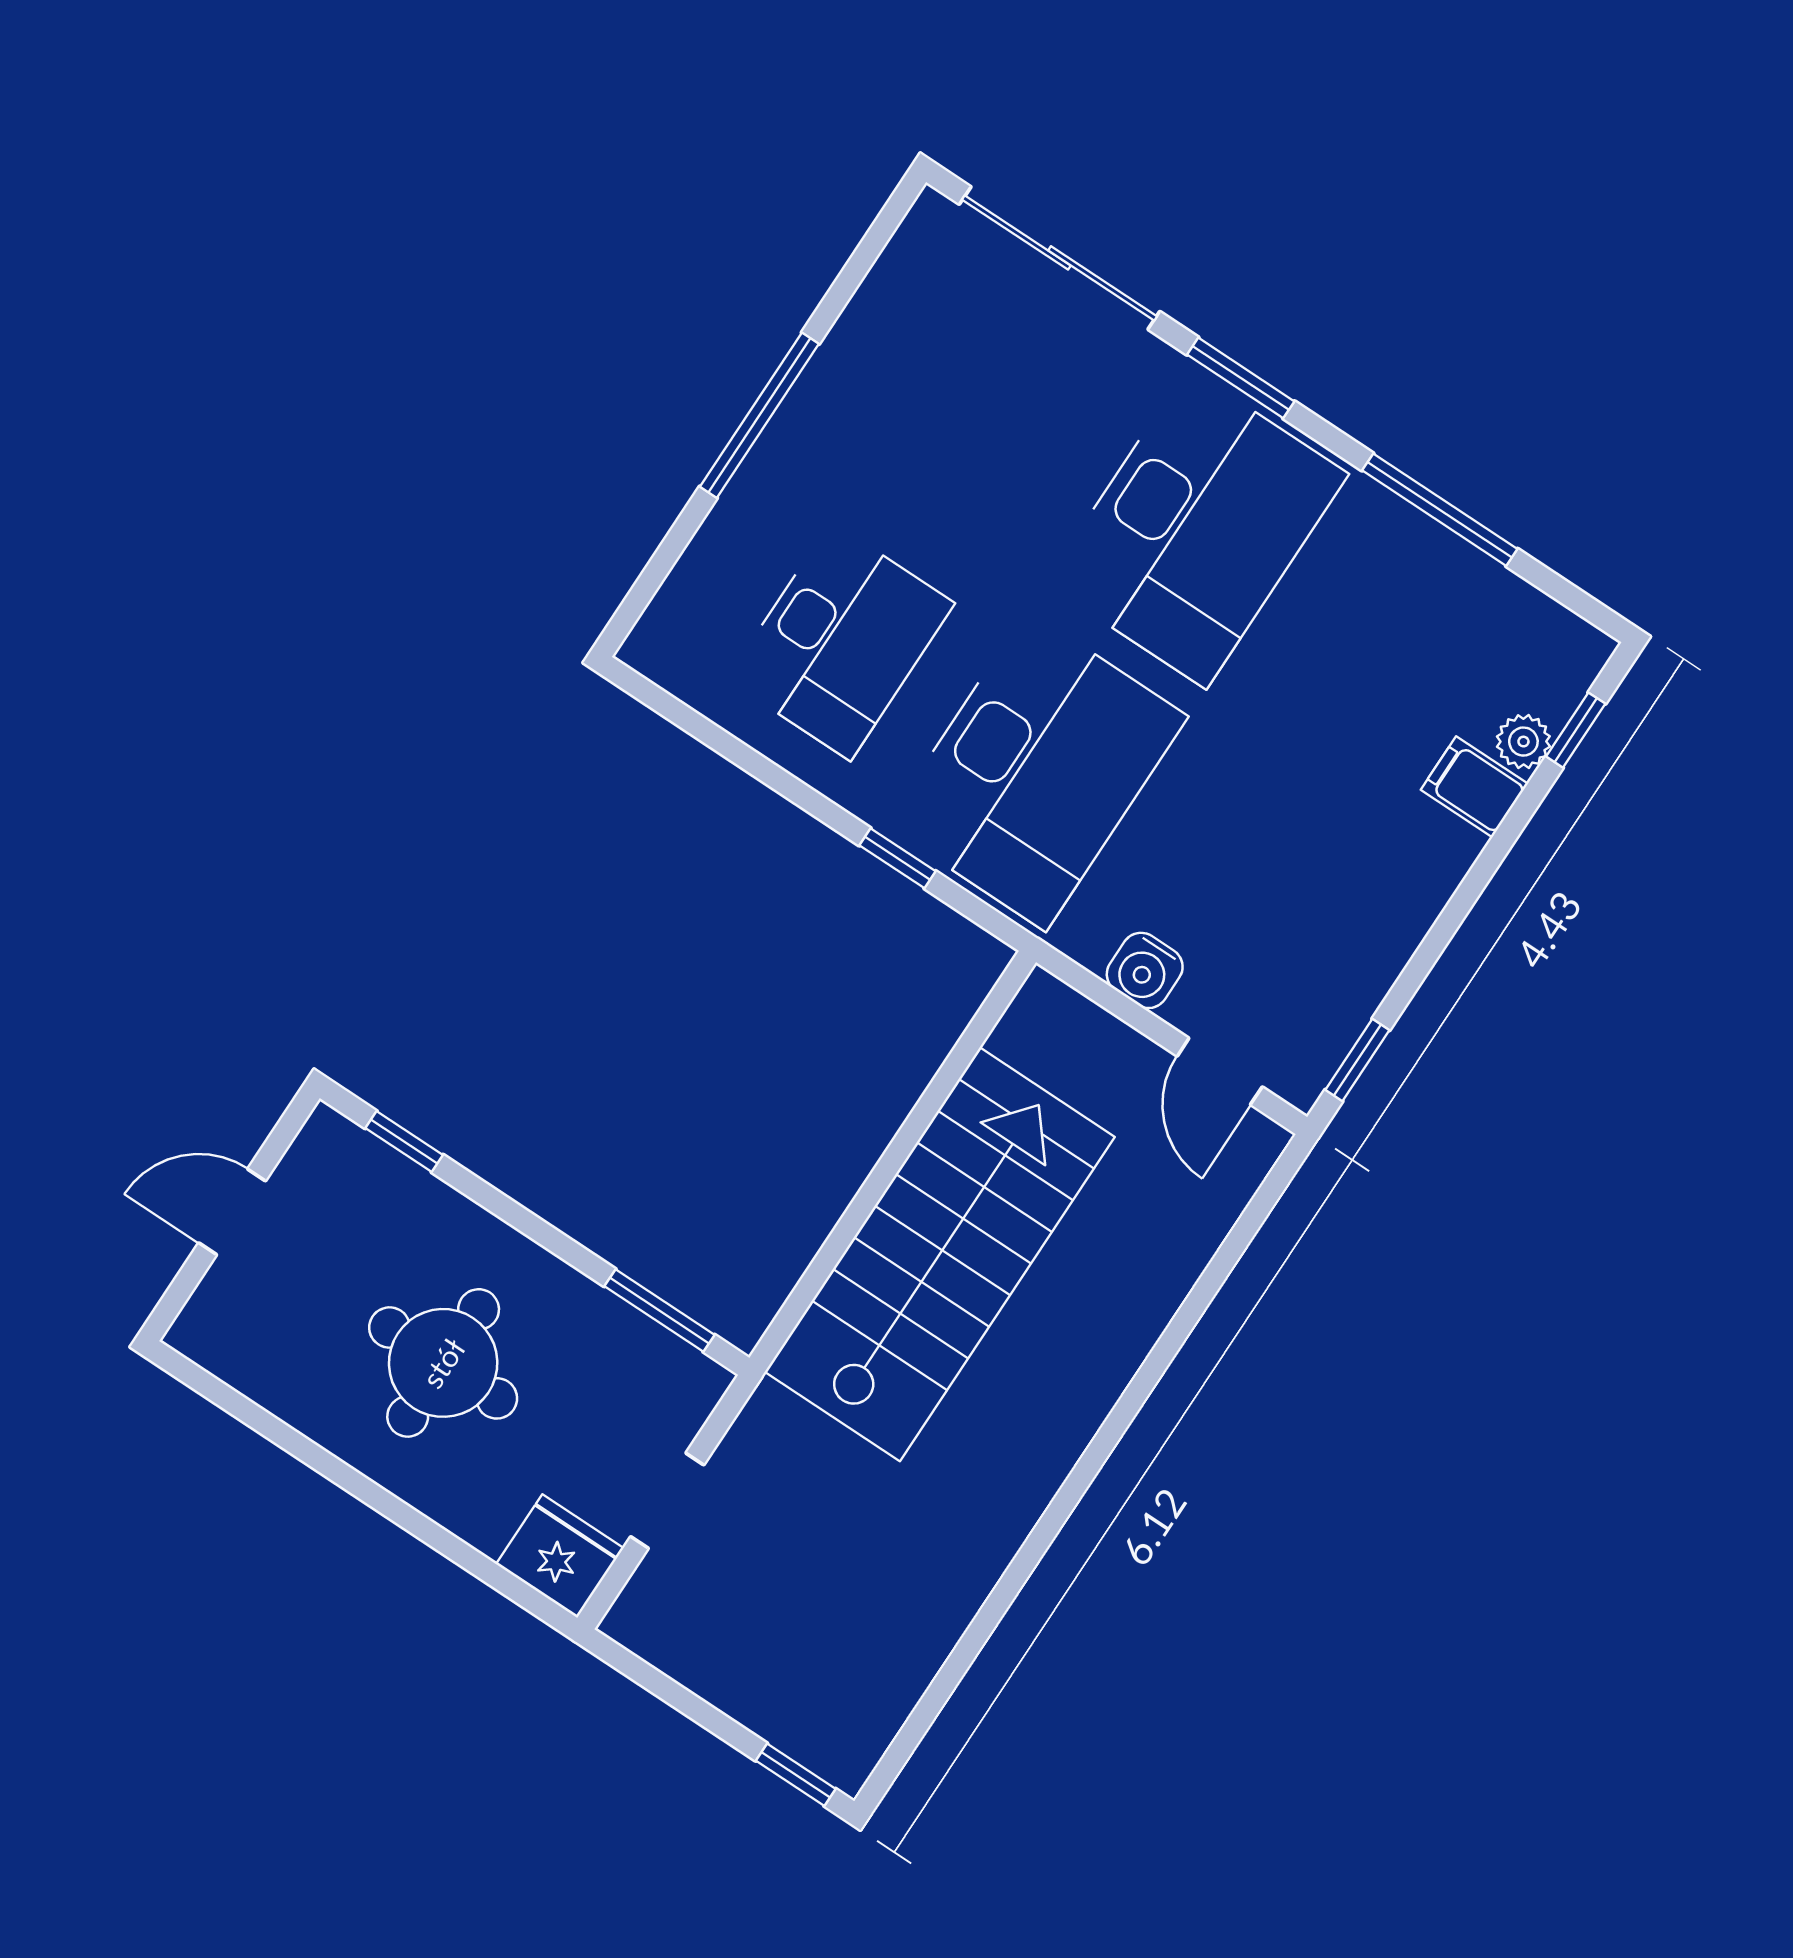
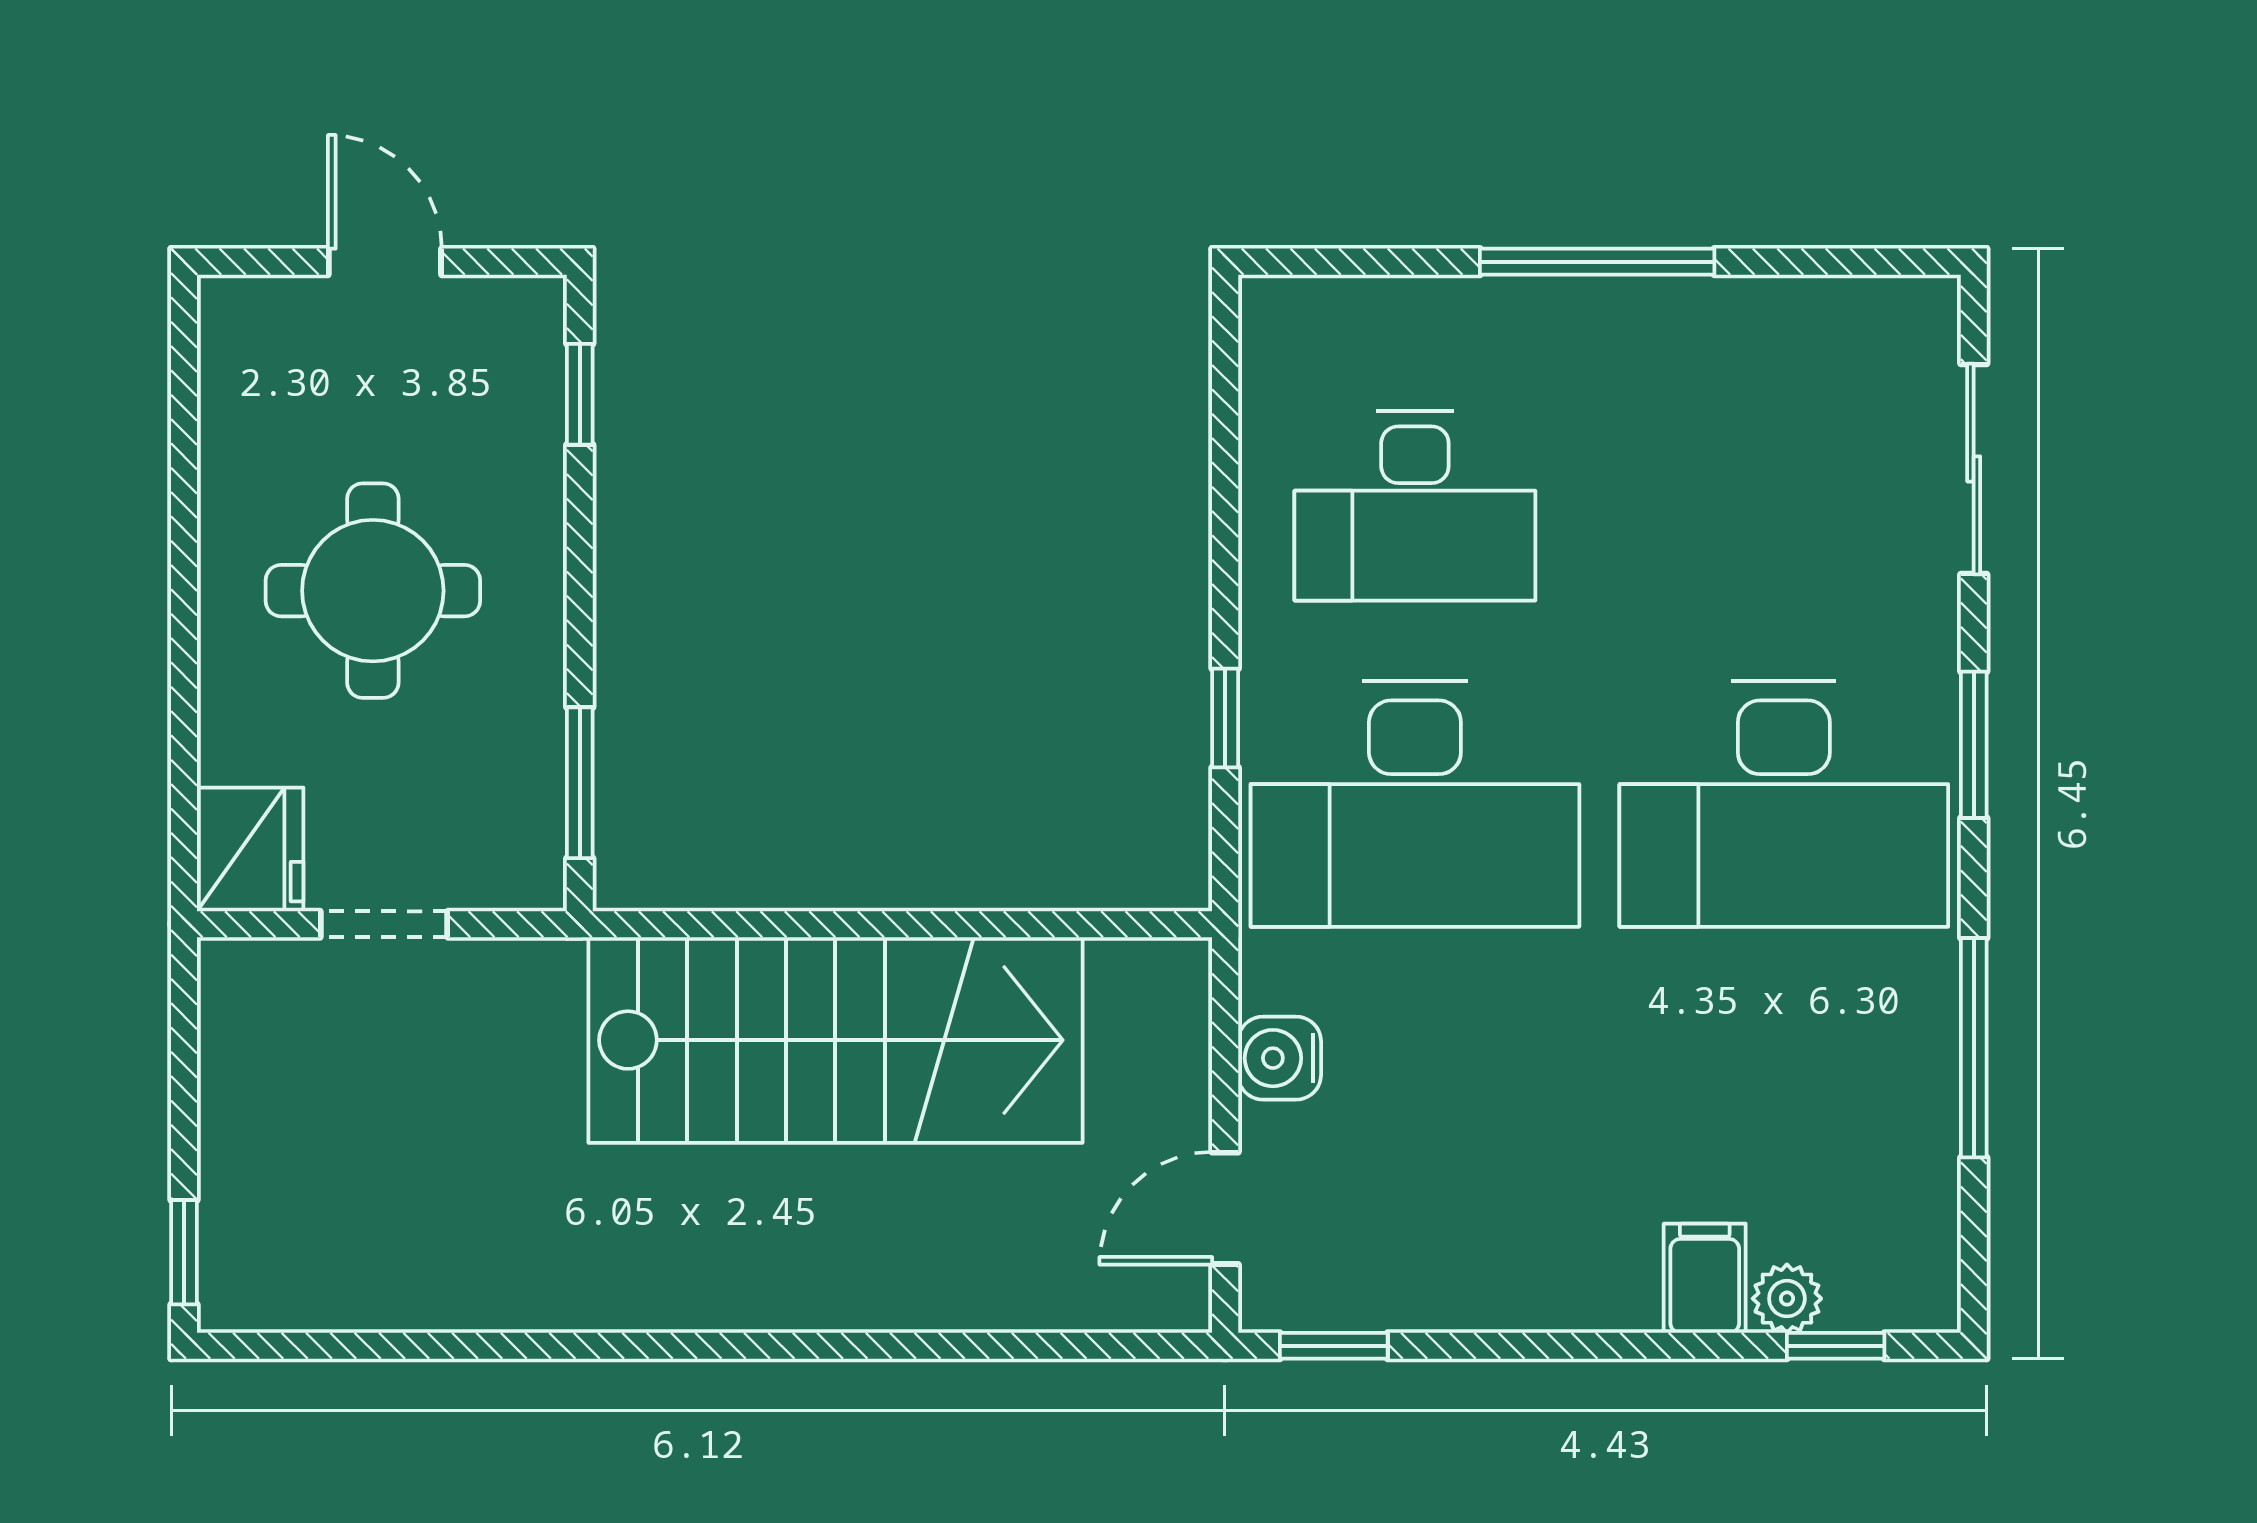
sliding door: (1059, 258) -> (1974, 469), width x0.73

